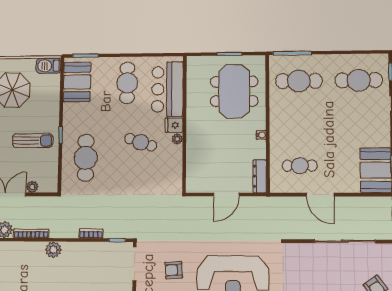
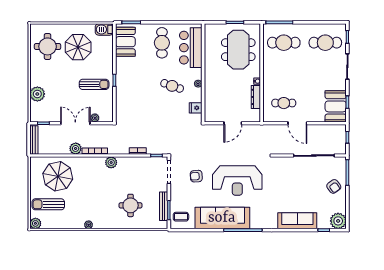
fridge: (174, 125) -> (196, 108), moved
cafe table: (86, 158) -> (133, 97), removed
dresser: (260, 176) -> (256, 97), moved

